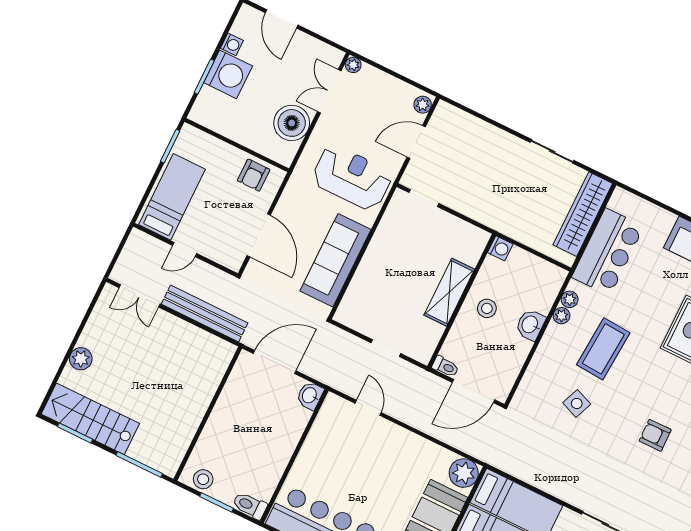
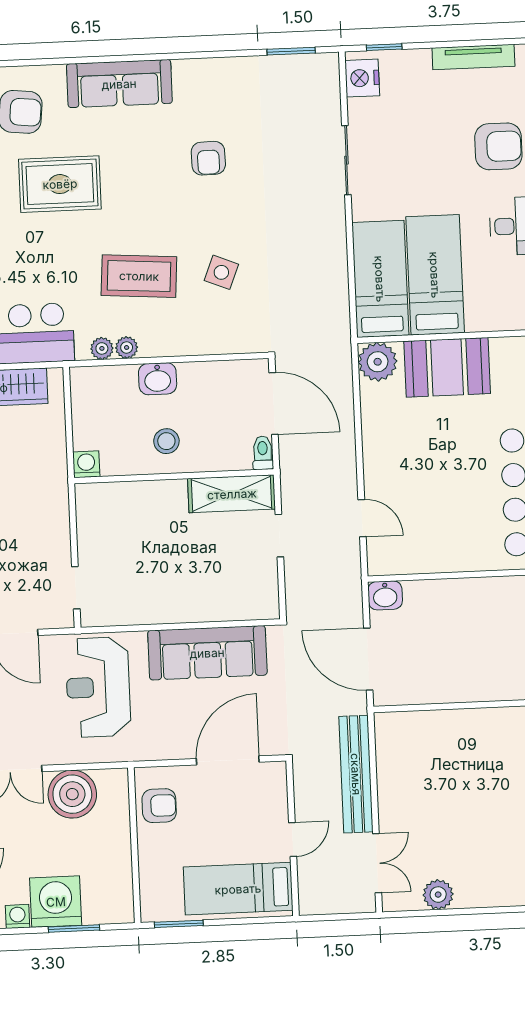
door: (185, 250) -> (293, 840), hinge flipped
shelving: (449, 292) -> (232, 494), moved
plant: (81, 359) -> (438, 895), moved
door: (368, 408) -> (362, 518), swing flipped

